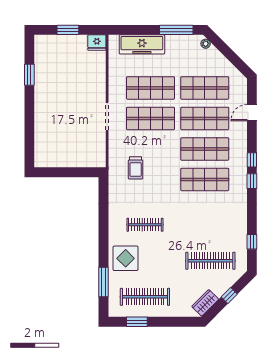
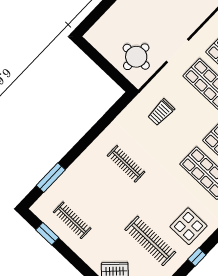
round table: (83, 147) -> (136, 57), added
display table: (126, 258) -> (189, 226), moved
clothes rail: (145, 297) -> (72, 220), width x0.73, depth x0.76

